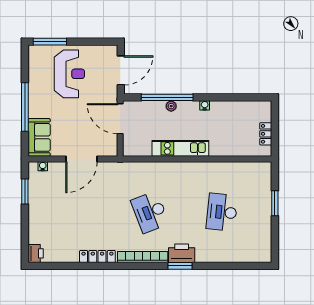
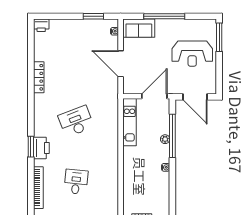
kitchen unit: (180, 148) -> (130, 122), moved
desk: (222, 212) -> (76, 182), width x0.73
bookcase: (143, 257) -> (38, 188), moved

